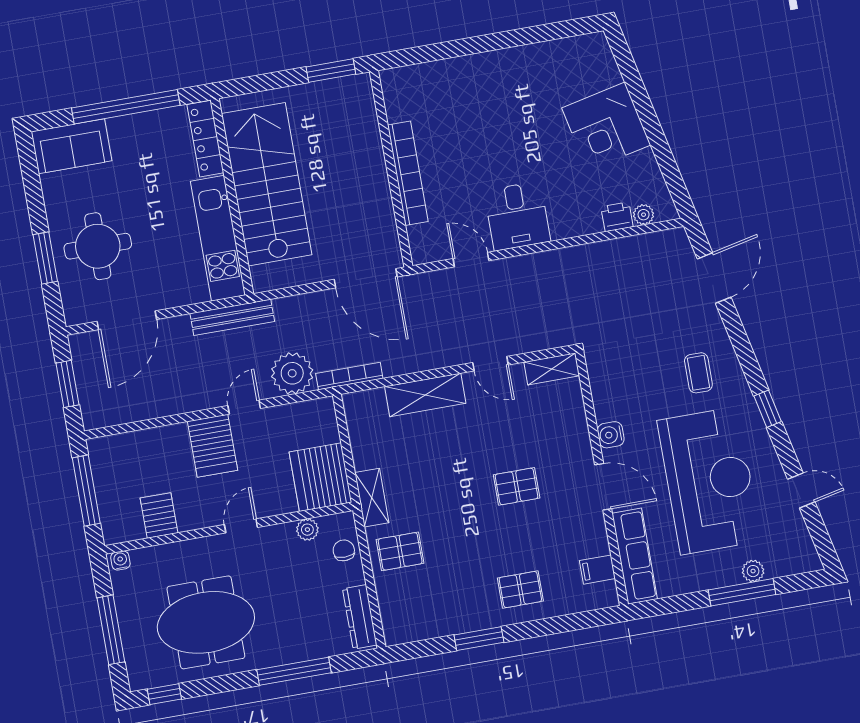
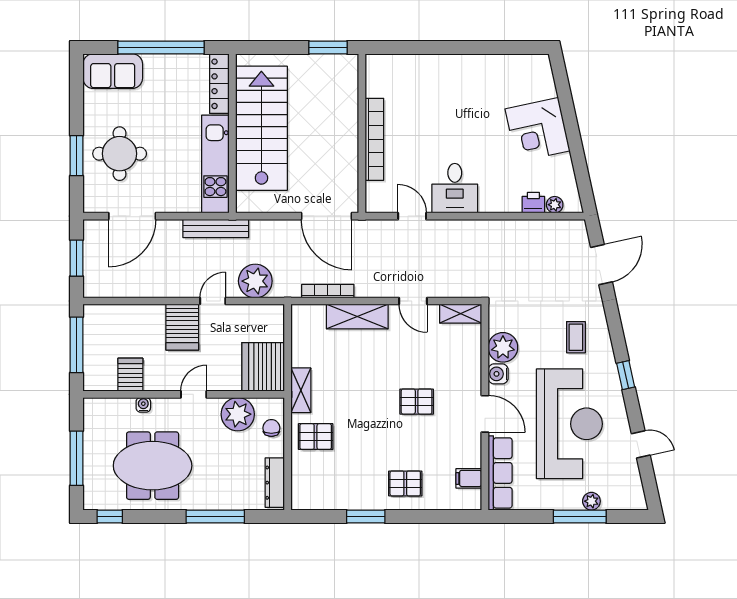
bookcase: (349, 376) -> (328, 291), moved
plant: (611, 401) -> (503, 347), added
plant: (307, 530) -> (238, 414), width x1.87, depth x1.87
water cooler: (120, 560) -> (143, 405), moved

